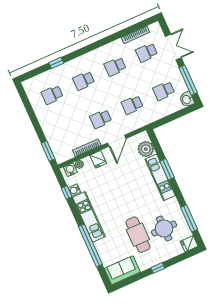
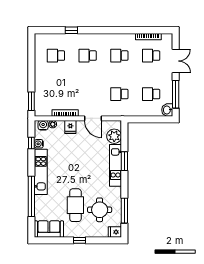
school desk: (101, 119) -> (88, 94), removed
door: (117, 141) -> (93, 118), hinge flipped

